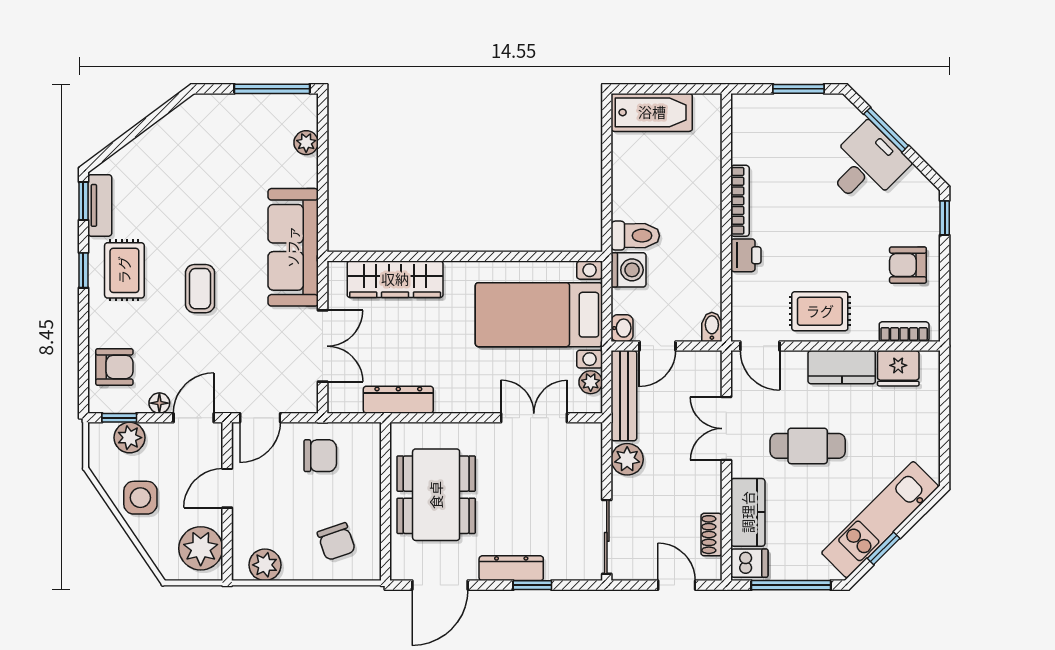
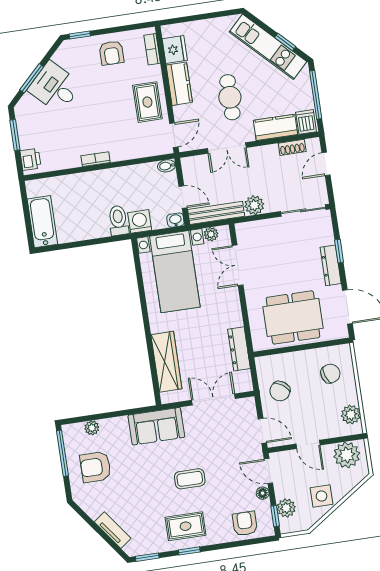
armchair: (242, 139) -> (95, 467), added
bookcase: (740, 201) -> (96, 159), width x0.64
tv unit: (100, 205) -> (113, 530), moved, turned 53
sofa: (293, 247) -> (156, 426), width x0.73
printer: (746, 255) -> (31, 159), moved, turned 90
chair: (320, 456) -> (280, 391), turned -144

